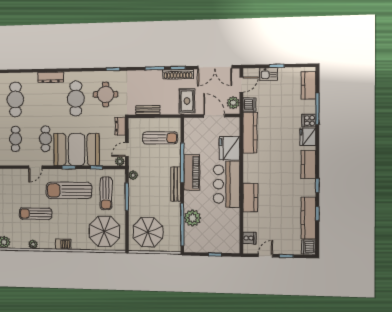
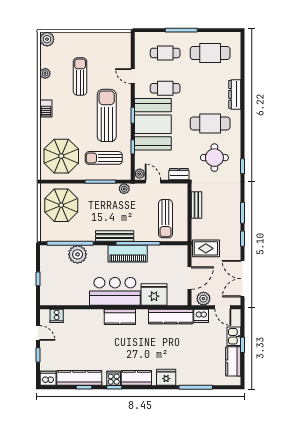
shoe rack: (178, 74) -> (235, 239), removed
kitchen counter: (309, 85) -> (233, 361), moved, turned -90
cooker: (309, 121) -> (114, 378), moved
kitchen counter: (250, 198) -> (120, 317), moved

